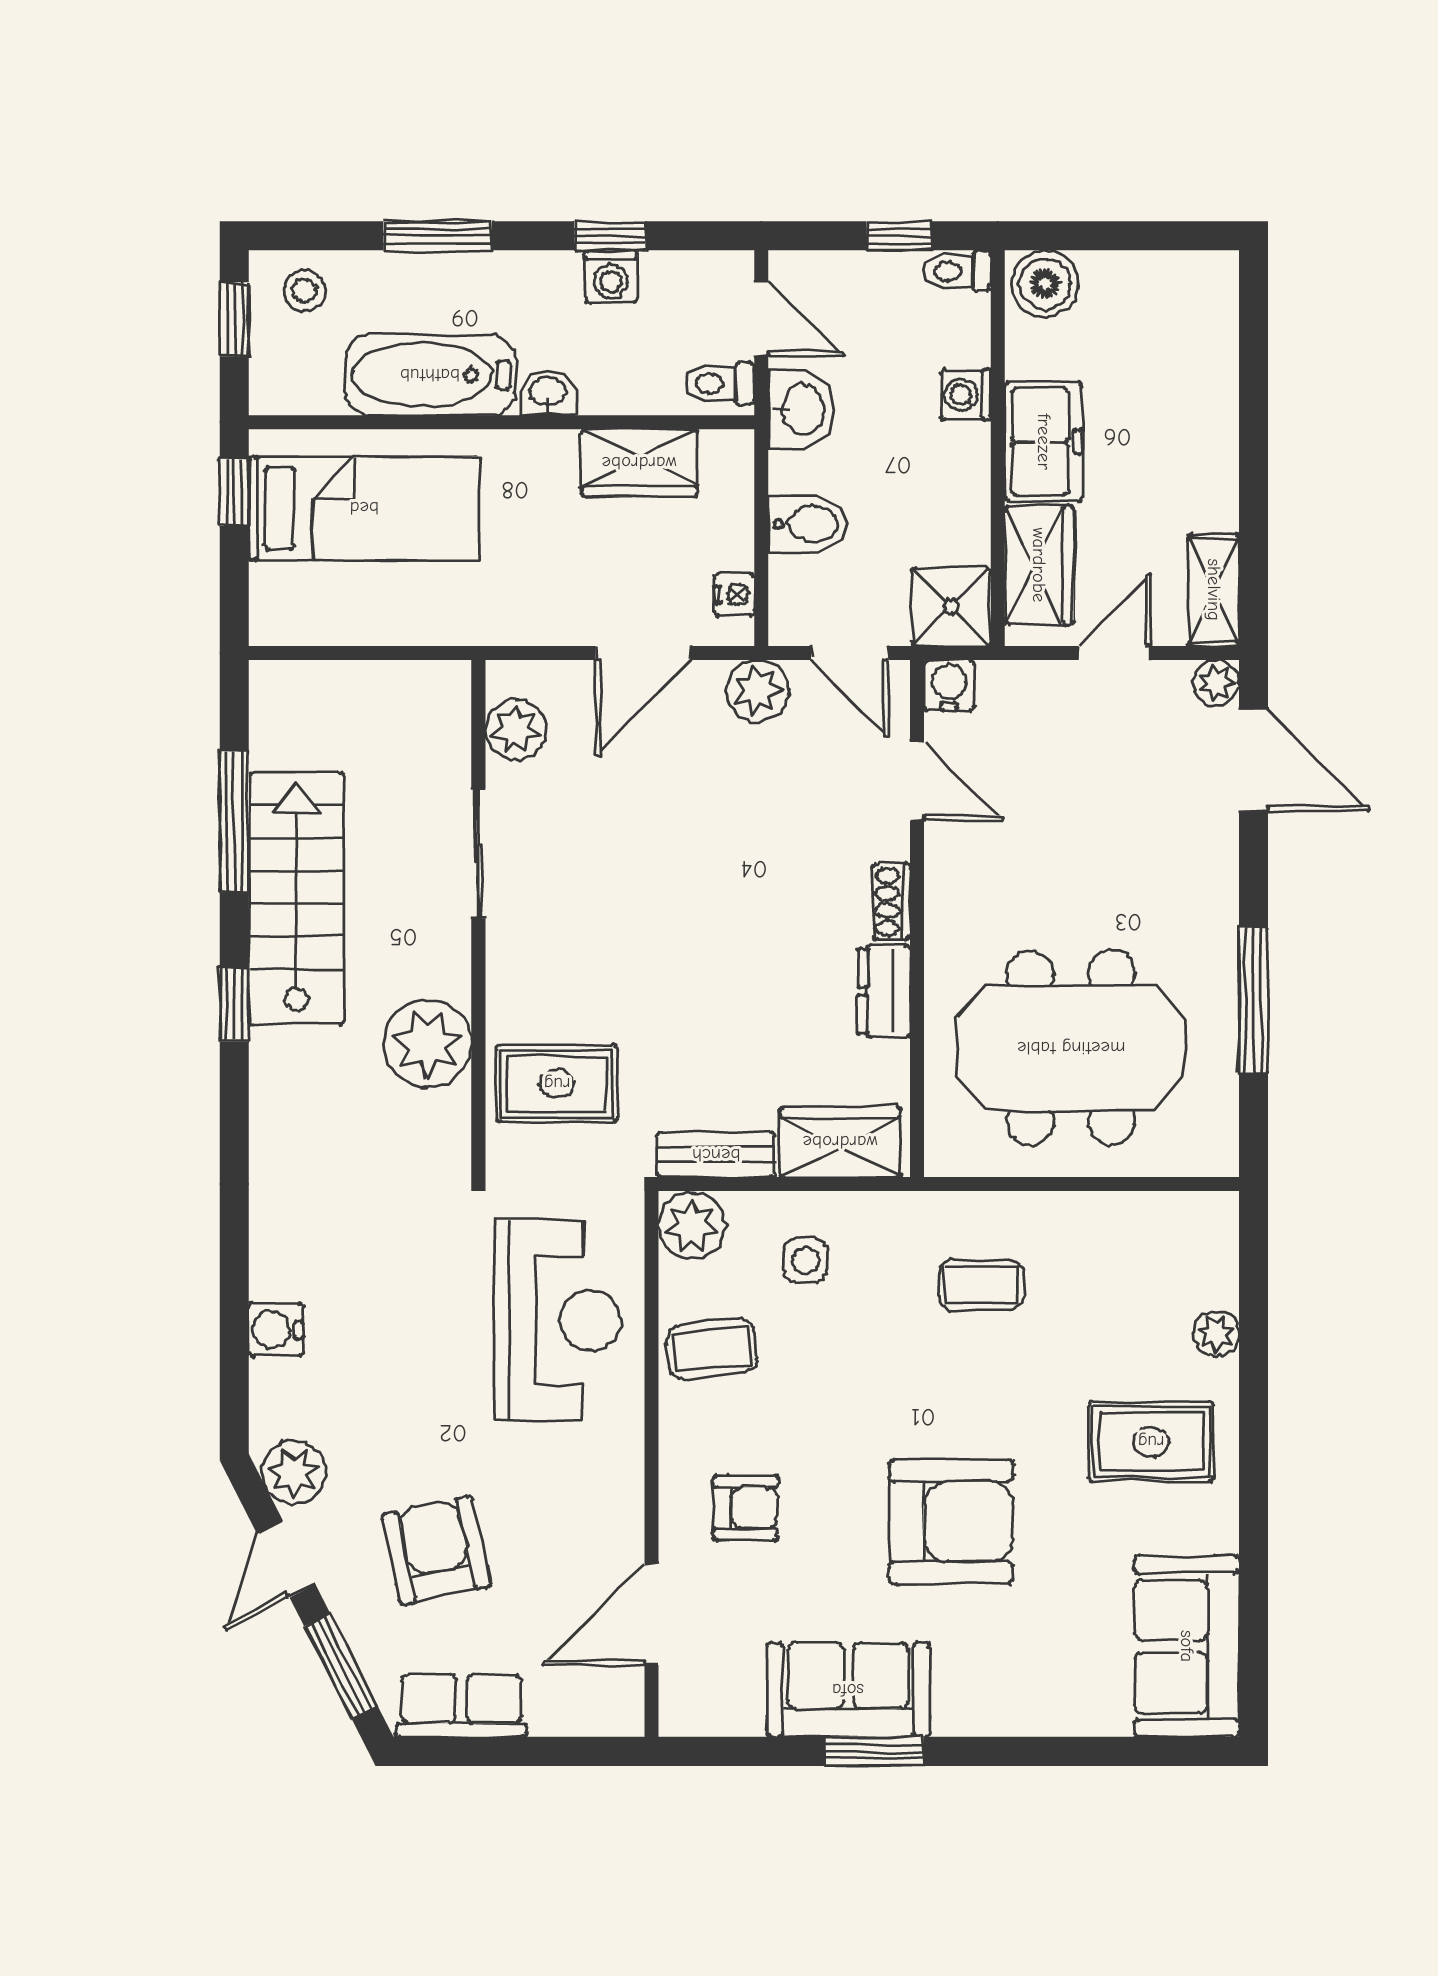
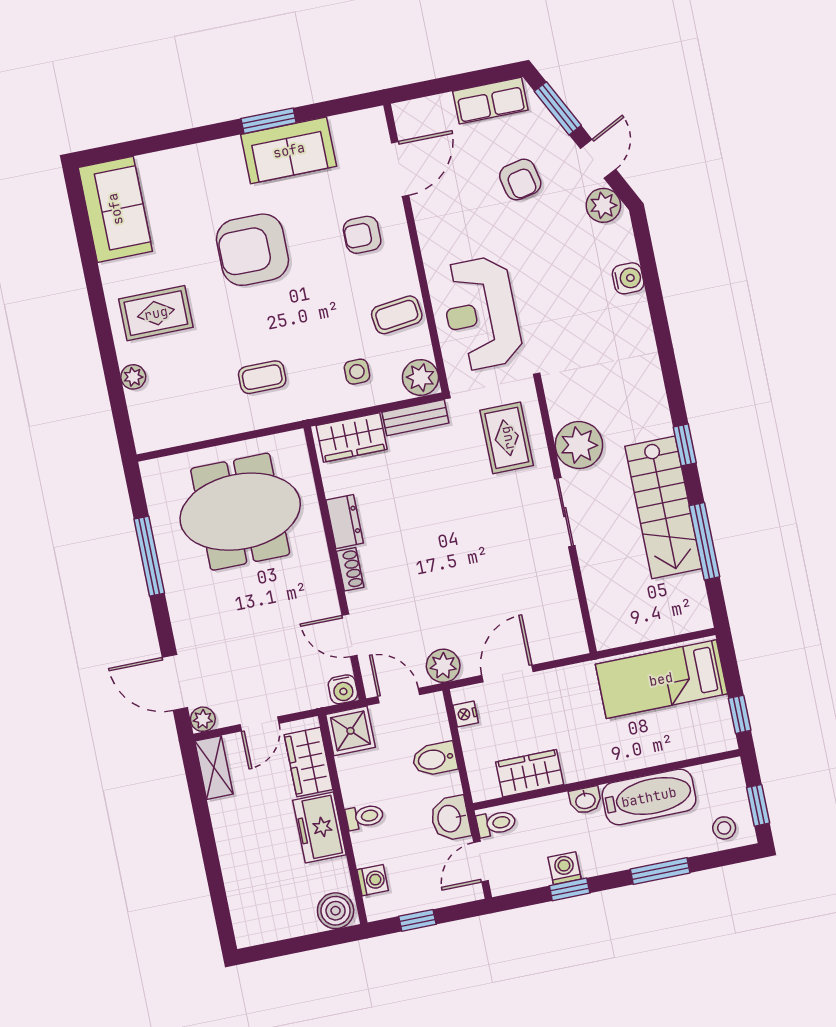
toilet: (957, 271) -> (365, 817), moved
door: (761, 319) -> (481, 862), hinge flipped
washing machine: (966, 394) -> (373, 880), moved
bed: (364, 508) -> (661, 679), moved
plant: (516, 730) -> (566, 620), removed
sliding door: (478, 853) -> (565, 512), moved
rug: (557, 1084) -> (507, 438), turned 90
armchair: (436, 1550) -> (520, 180), width x0.72, depth x0.72

